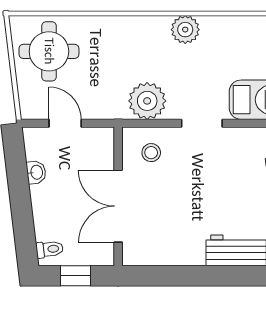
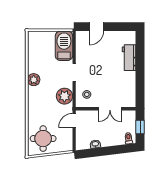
door: (65, 123) -> (74, 121), moved
double door: (118, 206) -> (110, 109), width x0.73

